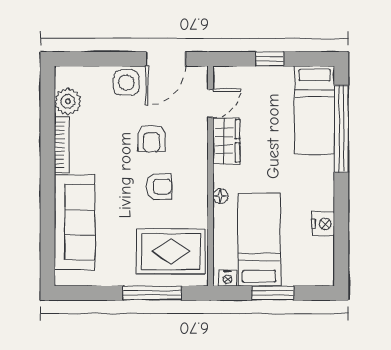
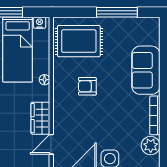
armchair: (152, 139) -> (92, 120), removed
sofa: (75, 222) -> (146, 70), width x0.73
window: (152, 293) -> (117, 12), moved

